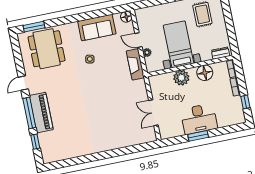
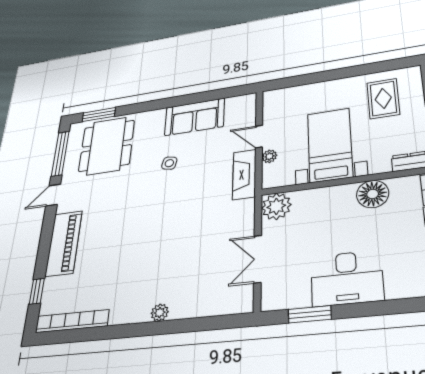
floor lamp: (126, 17) -> (247, 102), removed
plant: (181, 78) -> (276, 206), moved
window: (29, 113) -> (60, 154), moved
window: (198, 136) -> (310, 314), moved
plant: (109, 146) -> (160, 313), added
bookcase: (62, 156) -> (72, 321), added

